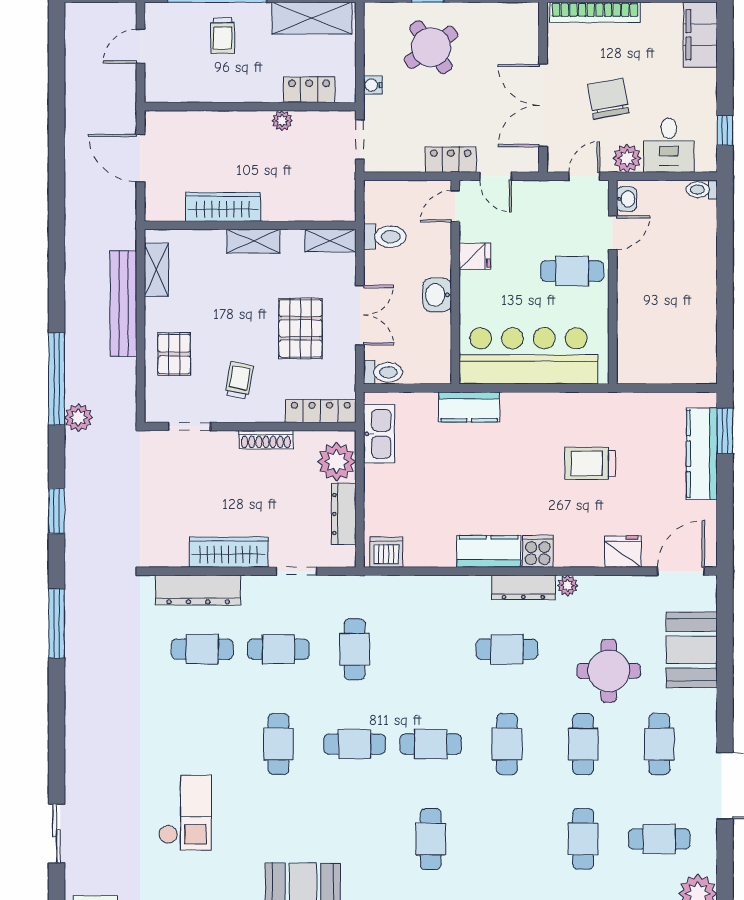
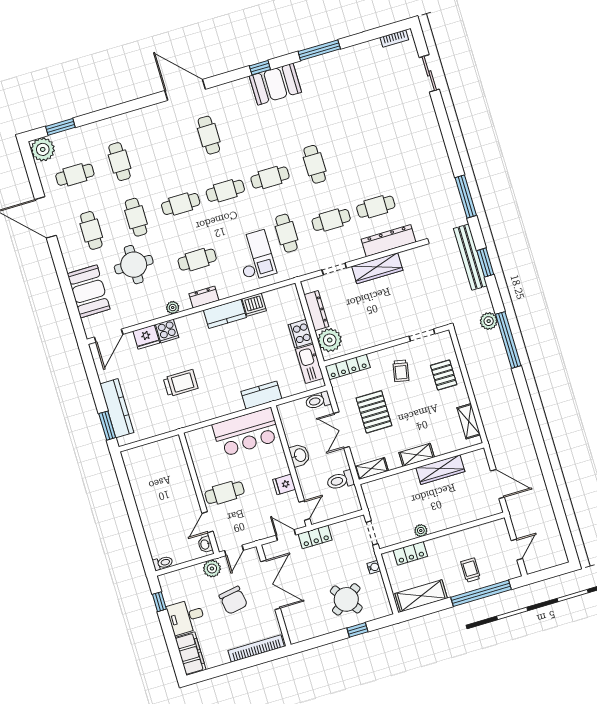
desk: (669, 145) -> (186, 617), moved, turned -90
bench: (123, 304) -> (470, 257), moved
bar counter: (528, 356) -> (246, 432), width x0.73
shoe rack: (266, 440) -> (375, 341), removed
cooker: (379, 485) -> (301, 334), added
cooker: (538, 551) -> (167, 331), moved
dishwasher: (386, 552) -> (254, 305), moved
dresser: (523, 587) -> (204, 297), width x0.70
cafe table: (507, 744) -> (181, 204), turned 90
checkout: (185, 813) -> (255, 256), moved, turned 180

